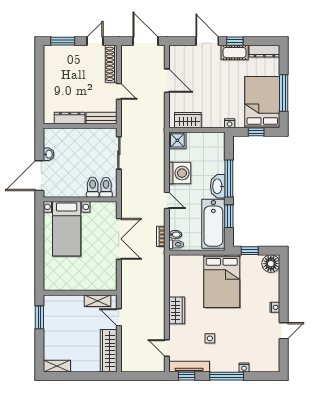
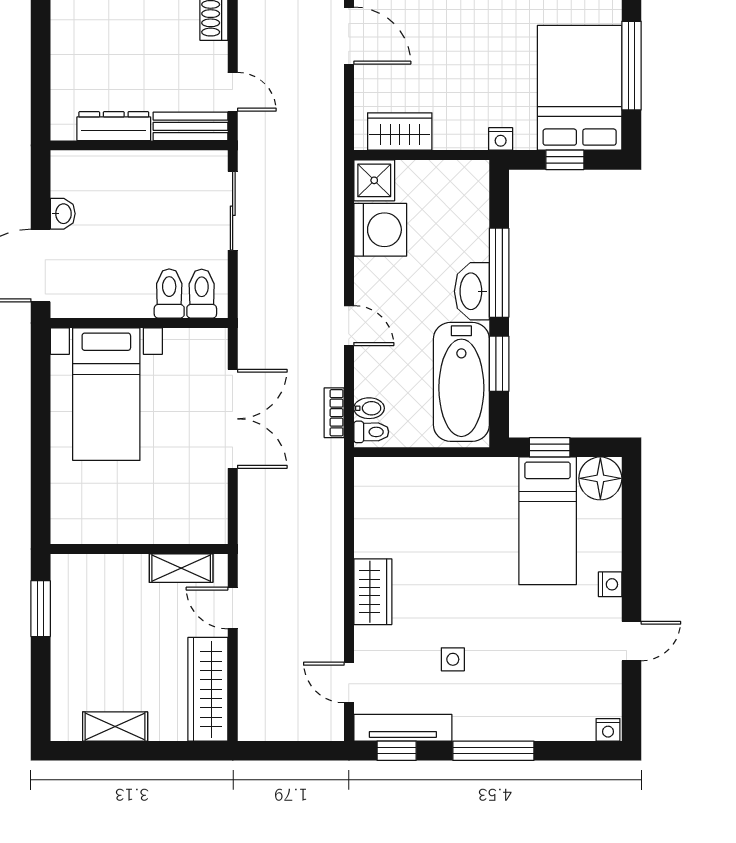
door: (119, 91) -> (233, 92), moved
washing machine: (180, 173) -> (380, 230), moved
bed: (222, 281) -> (548, 521), moved, width x0.67
shelving: (57, 366) -> (115, 726), moved
nightstand: (244, 367) -> (608, 730), moved

